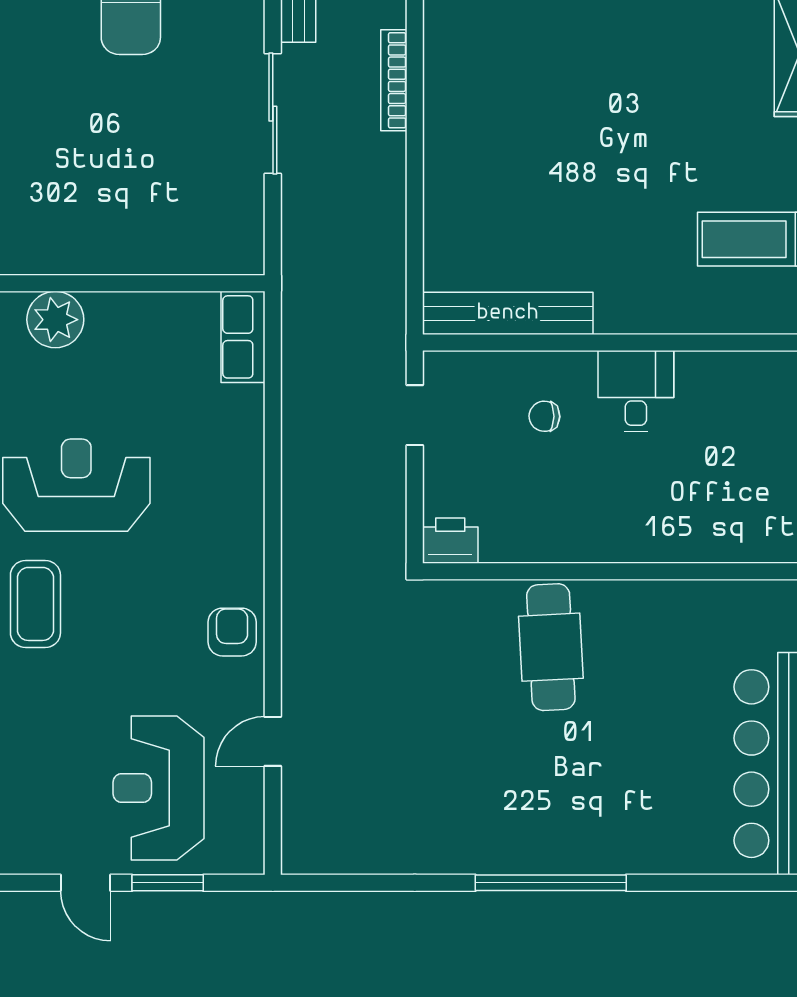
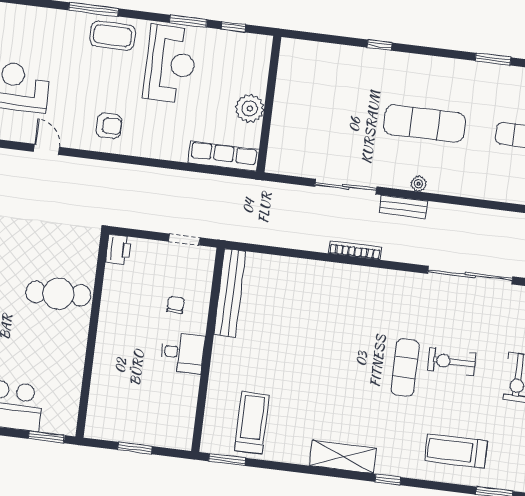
plant: (55, 320) -> (250, 109), moved
row of seats: (243, 337) -> (224, 156), width x1.48
armchair: (232, 632) -> (109, 126), moved
door: (273, 741) -> (47, 149), moved

